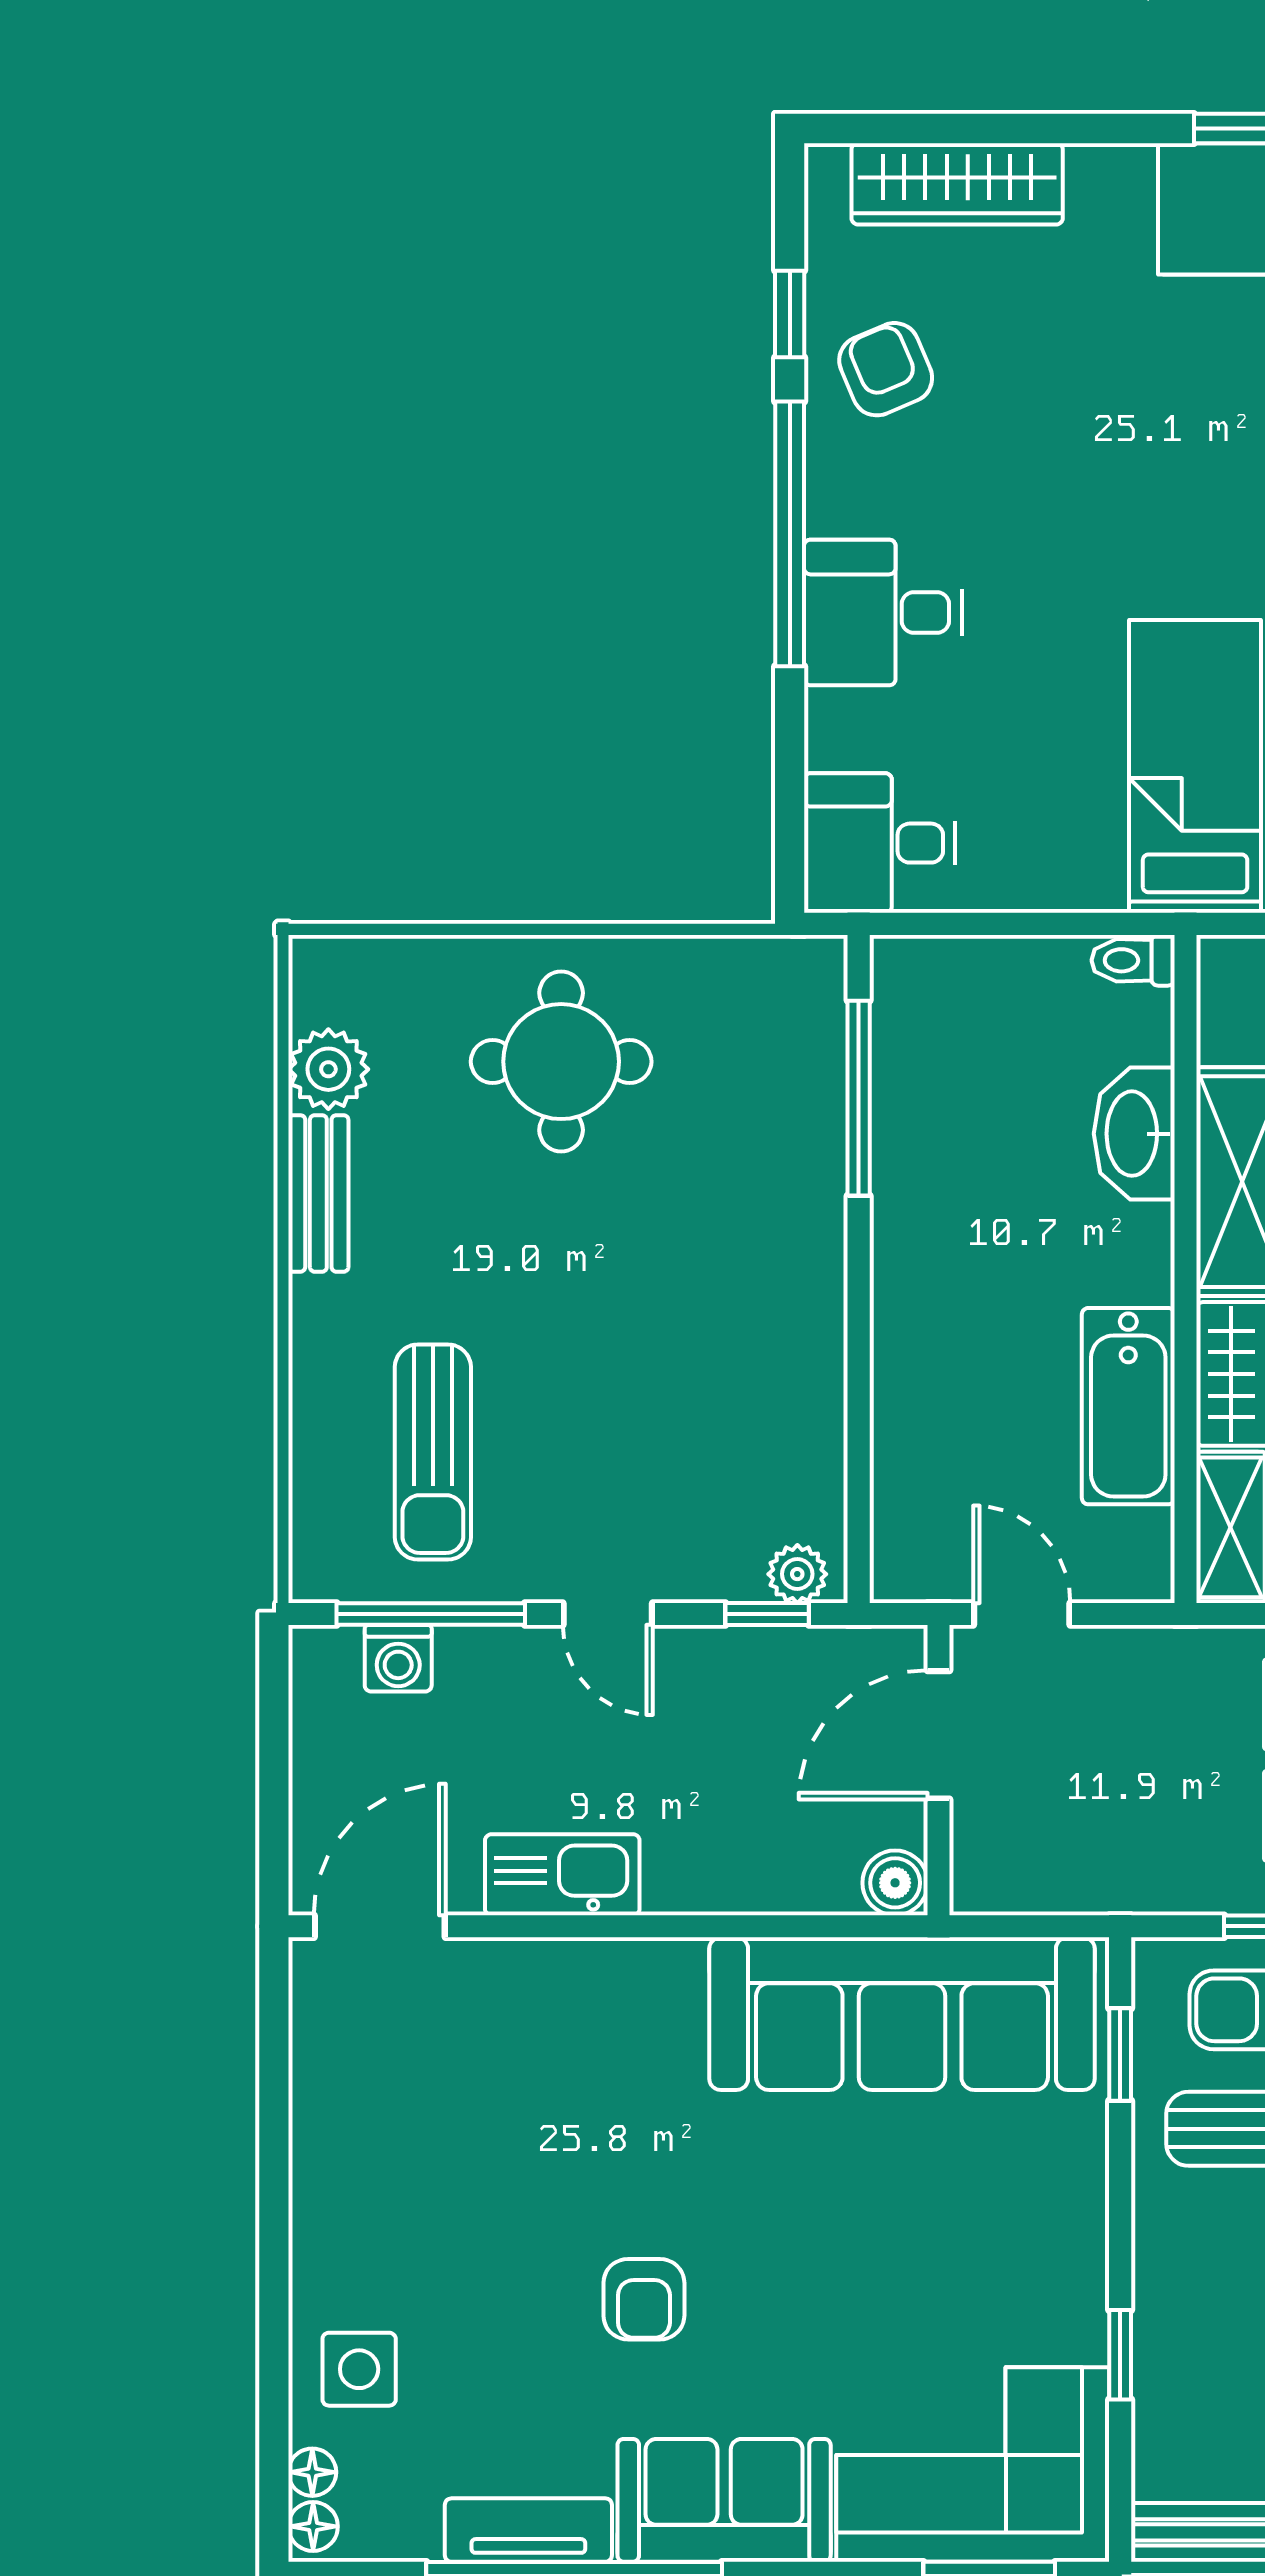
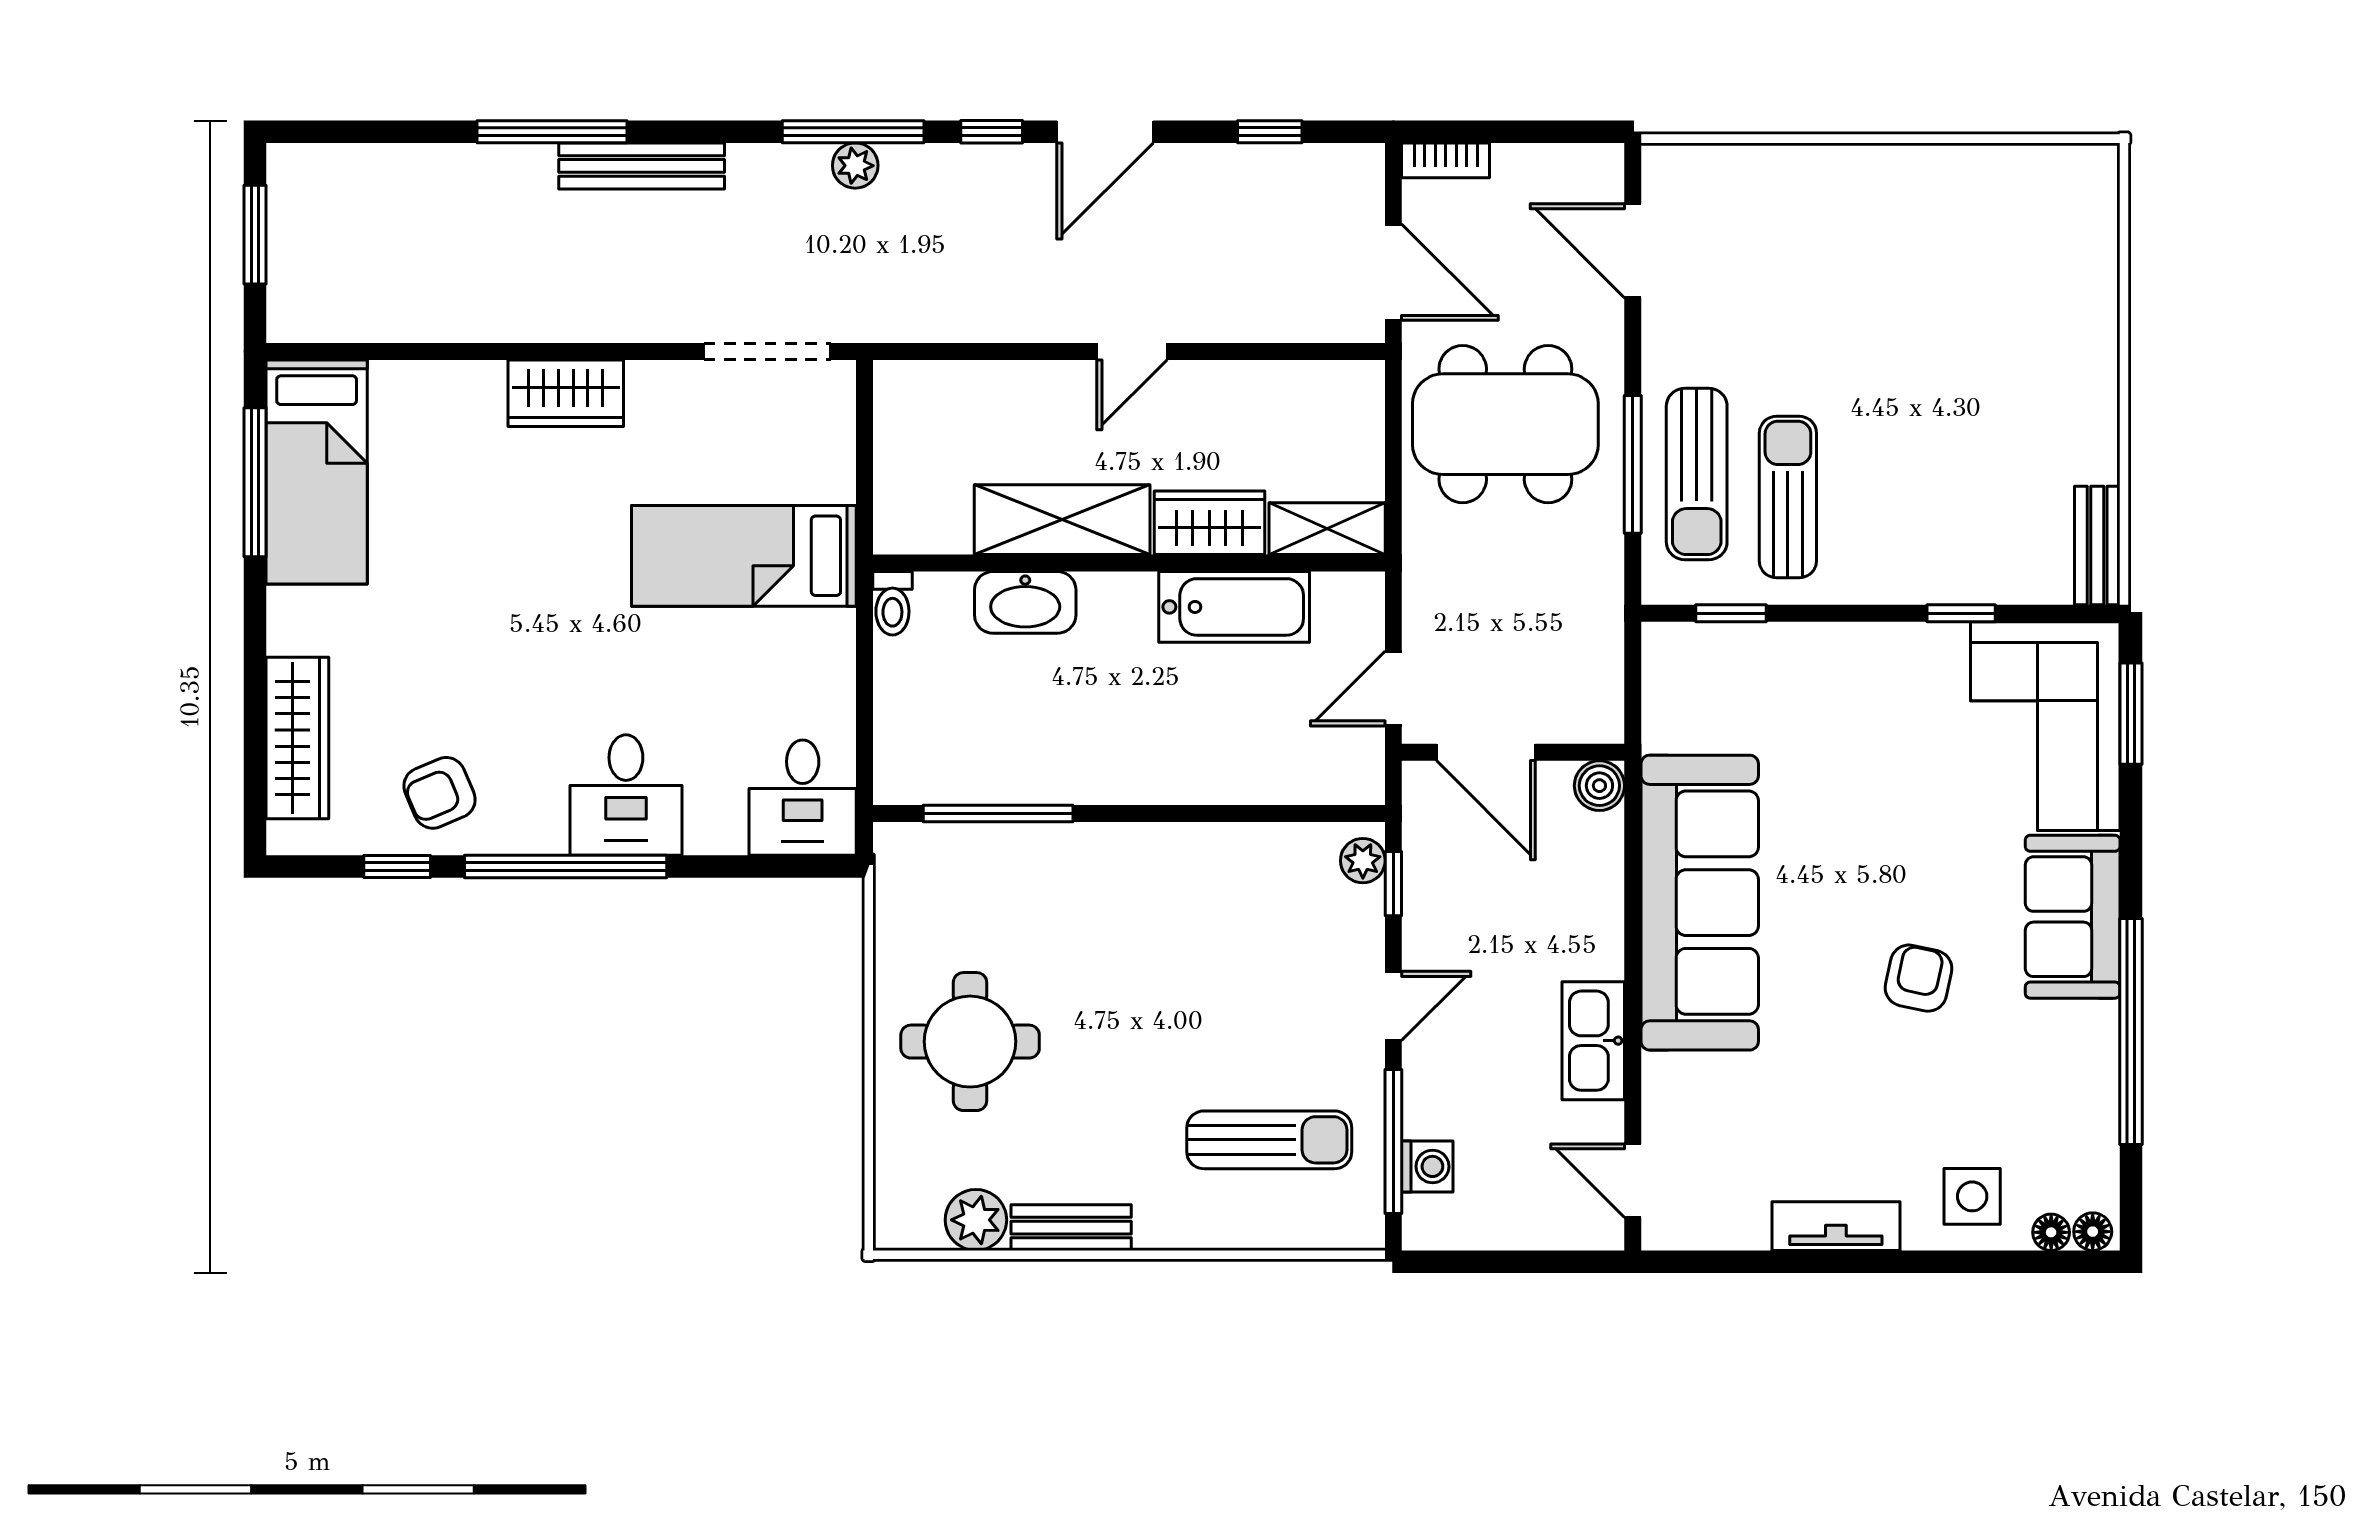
door: (380, 1926) -> (1633, 1181), width x0.73
sofa: (902, 2014) -> (1700, 903), moved
armchair: (644, 2299) -> (1919, 978), turned -78
tv unit: (528, 2530) -> (1836, 1226), moved, turned 90

